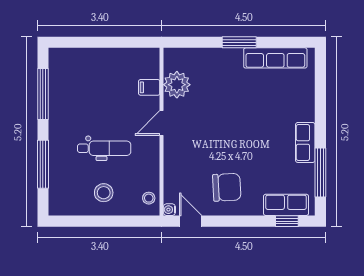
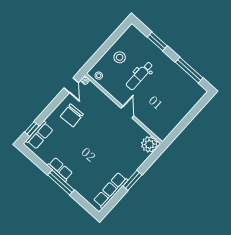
plant: (177, 85) -> (149, 144), moved
filing cabinet: (149, 87) -> (149, 121), removed
window: (43, 164) -> (157, 41), width x0.69
window: (320, 172) -> (61, 182), moved
door: (191, 221) -> (71, 85), hinge flipped

